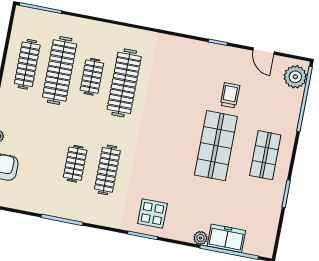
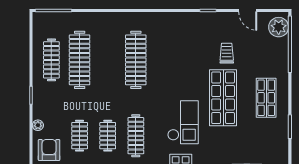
clothes rail: (92, 77) -> (80, 136), moved
checkout: (165, 165) -> (183, 122), added

